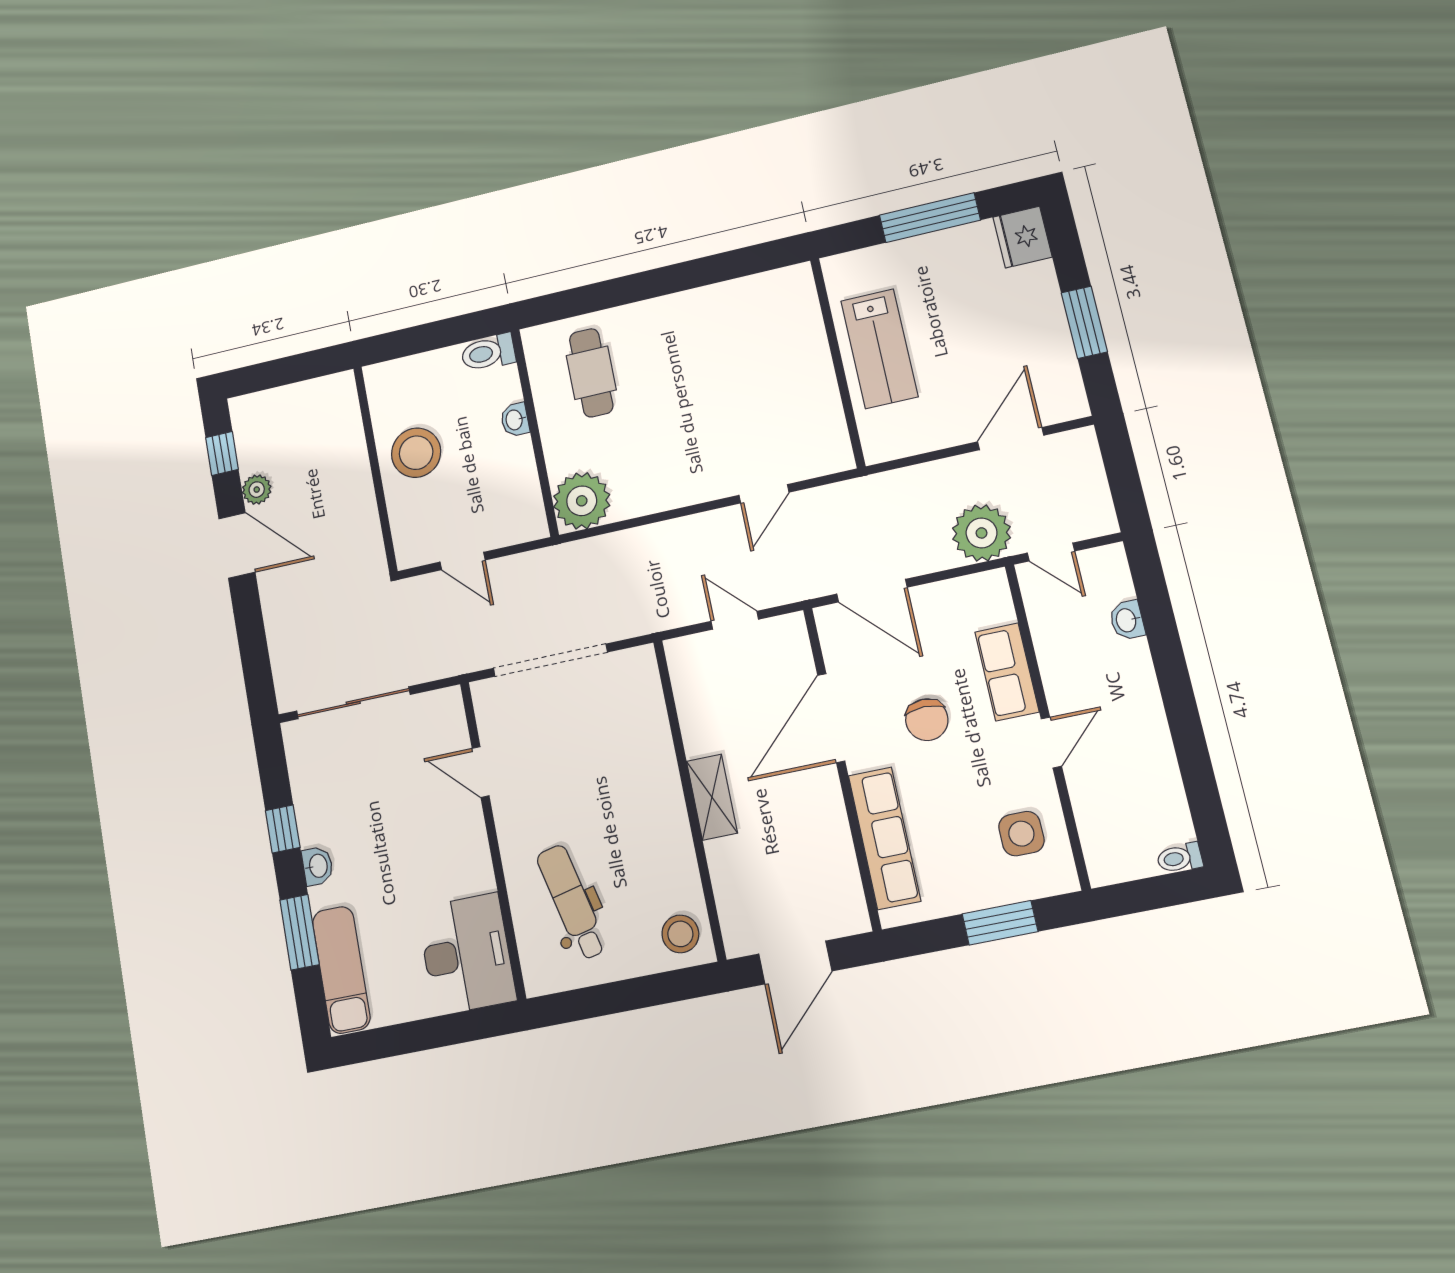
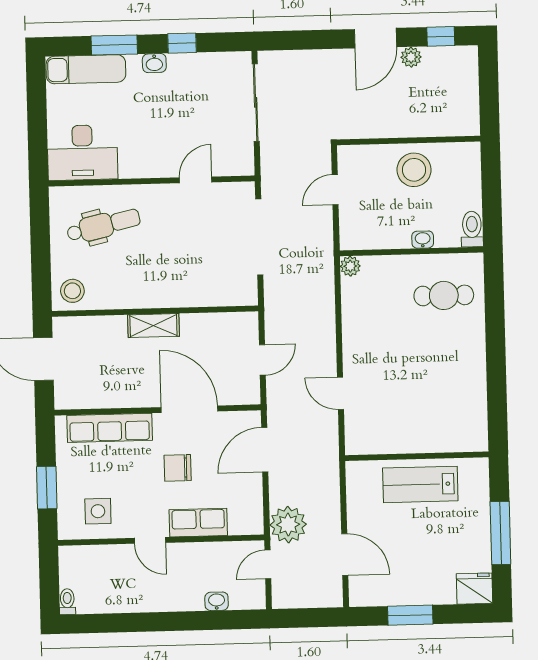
plant: (582, 501) -> (350, 266), width x0.53, depth x0.53

